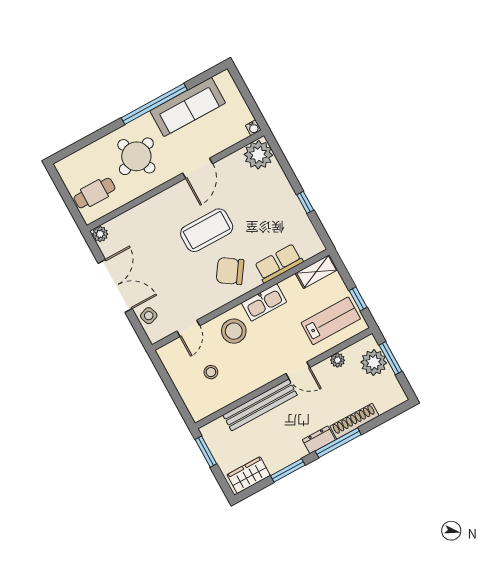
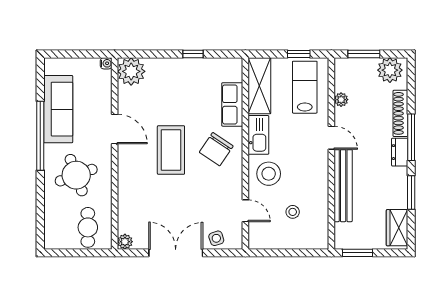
shelving: (317, 271) -> (259, 86), width x1.50, depth x1.33
plant: (374, 362) -> (390, 70), moved
door: (298, 370) -> (331, 138), hinge flipped

